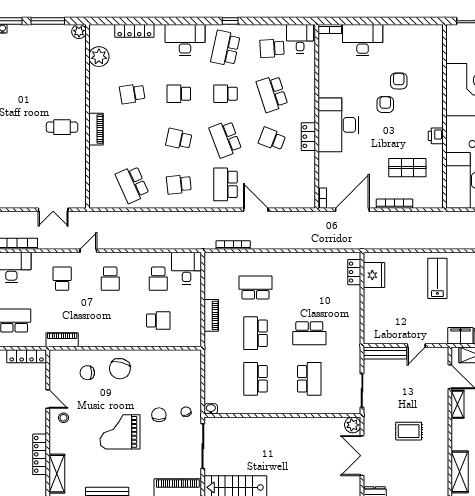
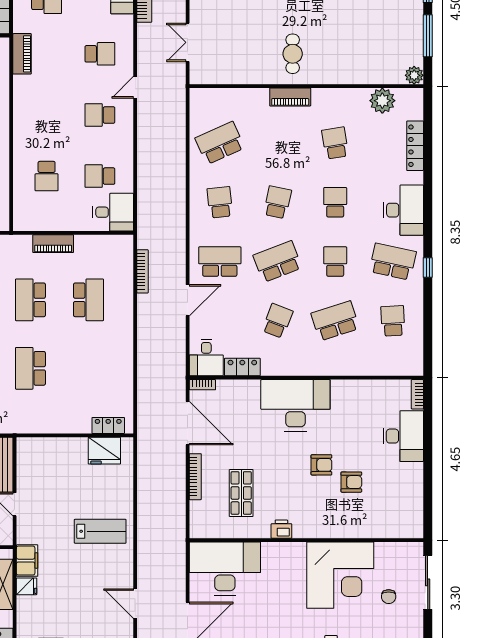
desk: (300, 39) -> (206, 358), moved, turned 90
locker: (308, 137) -> (242, 367), moved
door: (88, 251) -> (135, 87), swing flipped
school desk: (256, 333) -> (30, 300), turned -90

